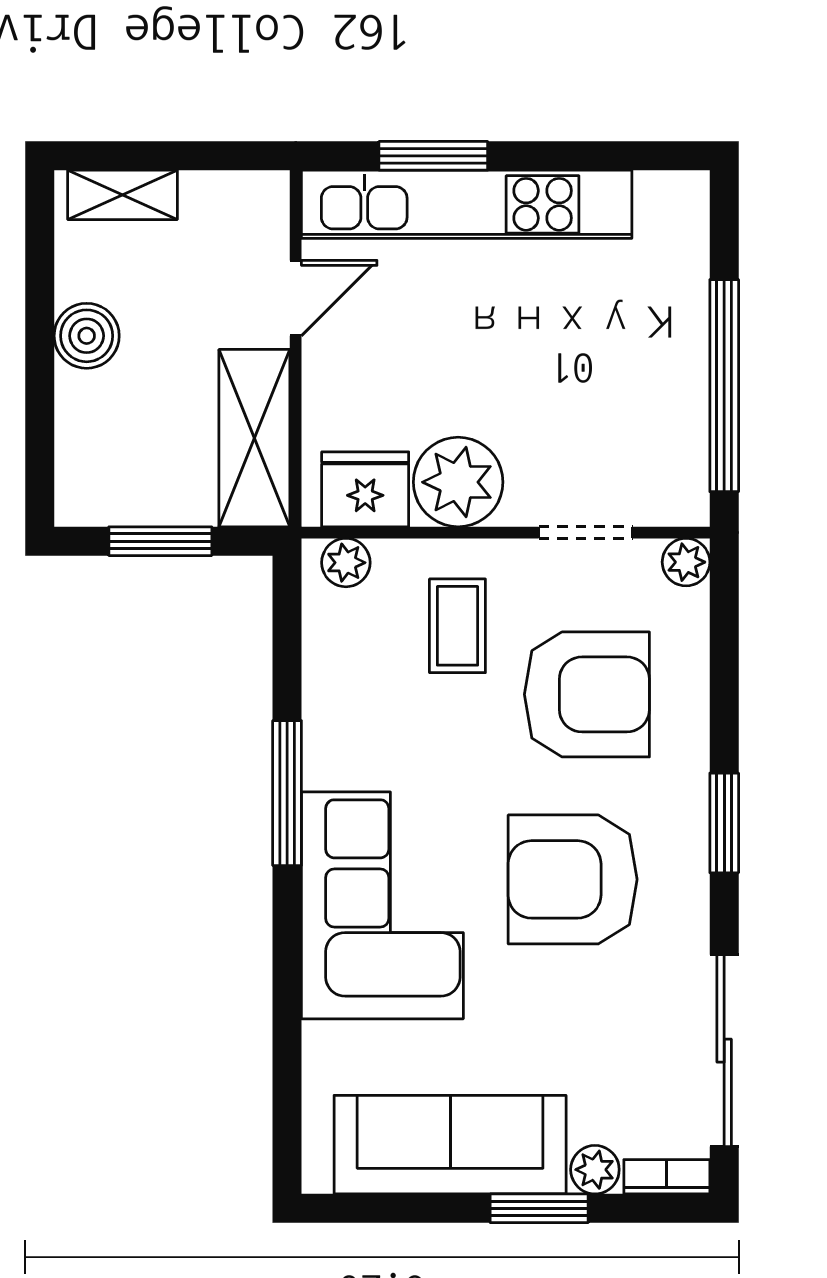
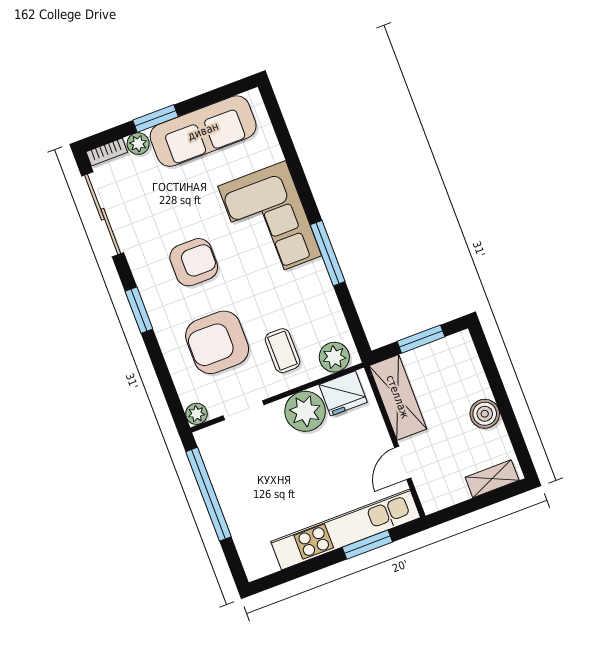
plant: (346, 563) -> (334, 357), width x1.38, depth x1.38
armchair: (573, 879) -> (194, 262), width x0.73, depth x0.73

